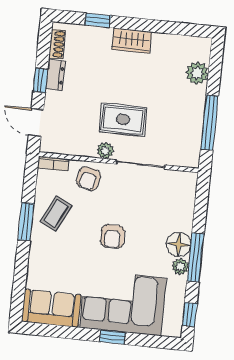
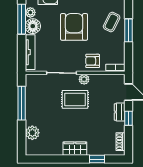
dresser: (55, 75) -> (120, 112), moved
armchair: (89, 179) -> (93, 61), turned -103
tv unit: (188, 203) -> (30, 52), added
coffee table: (56, 214) -> (112, 22), moved
armchair: (113, 236) -> (74, 27), width x1.88, depth x1.88

